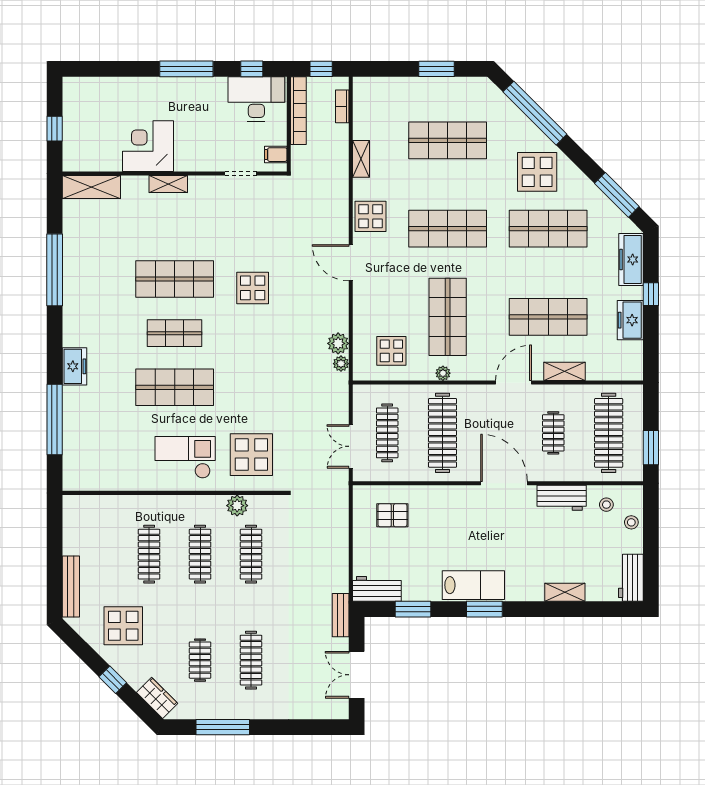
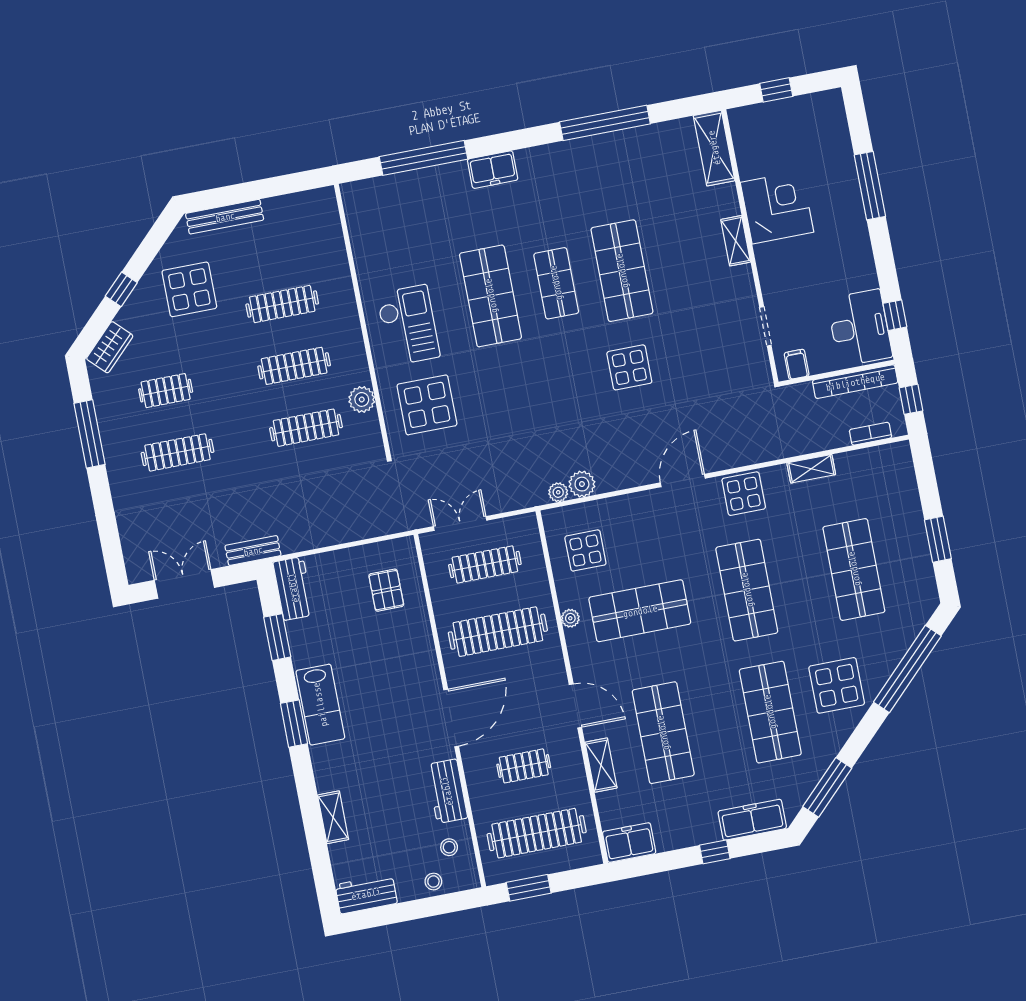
window: (186, 69) -> (870, 186), moved
freezer: (630, 320) -> (629, 843), moved

